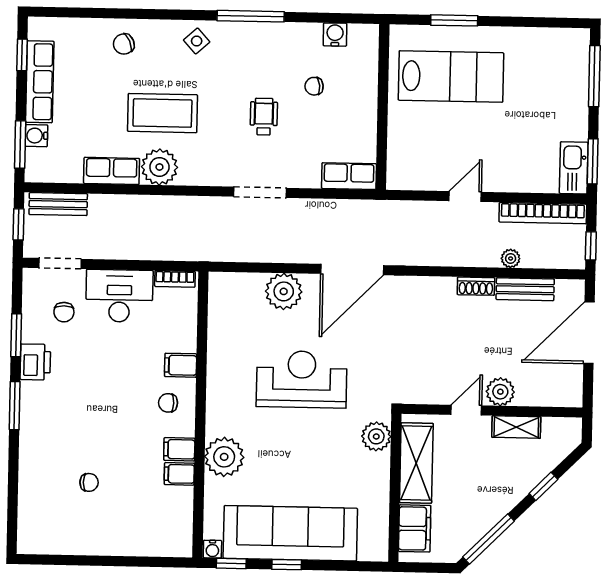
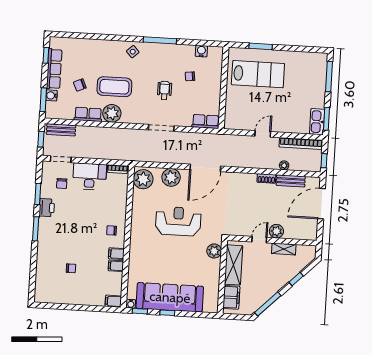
chair: (124, 44) -> (80, 85), moved
filing cabinet: (181, 365) -> (113, 301), moved
plant: (224, 457) -> (143, 179), moved

